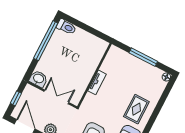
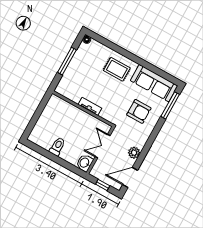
toilet: (66, 27) -> (57, 147), moved
window: (46, 41) -> (48, 155), removed

